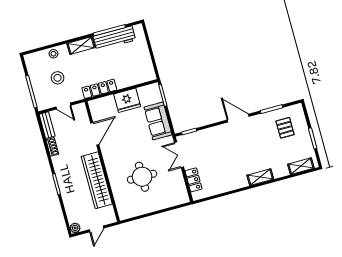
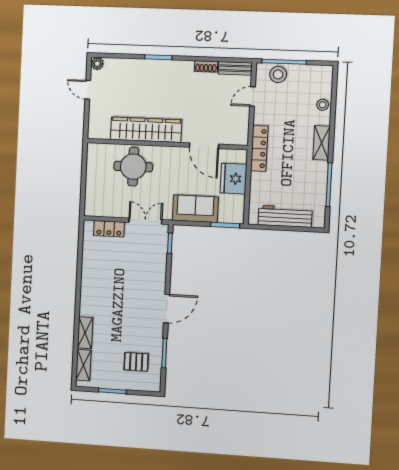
workbench: (114, 38) -> (285, 216), moved, turned 90
stool: (58, 78) -> (278, 74), moved
door: (95, 134) -> (204, 146), moved
wall: (102, 161) -> (167, 144), moved
shelving: (260, 177) -> (85, 333), moved
wardrobe: (97, 180) -> (146, 130), moved

